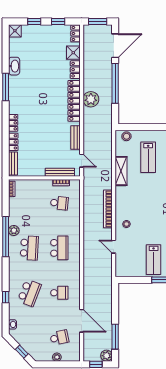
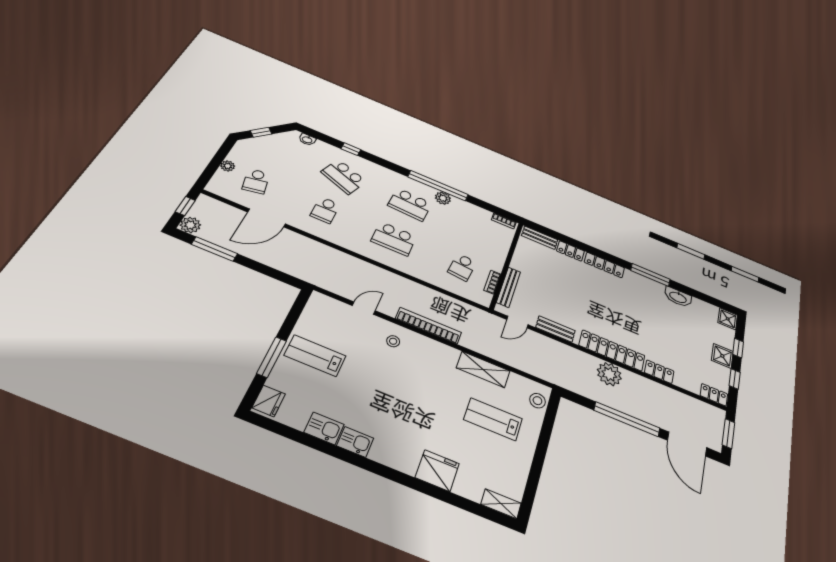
shower: (73, 53) -> (722, 356), moved
locker: (13, 123) -> (604, 265), width x1.53

